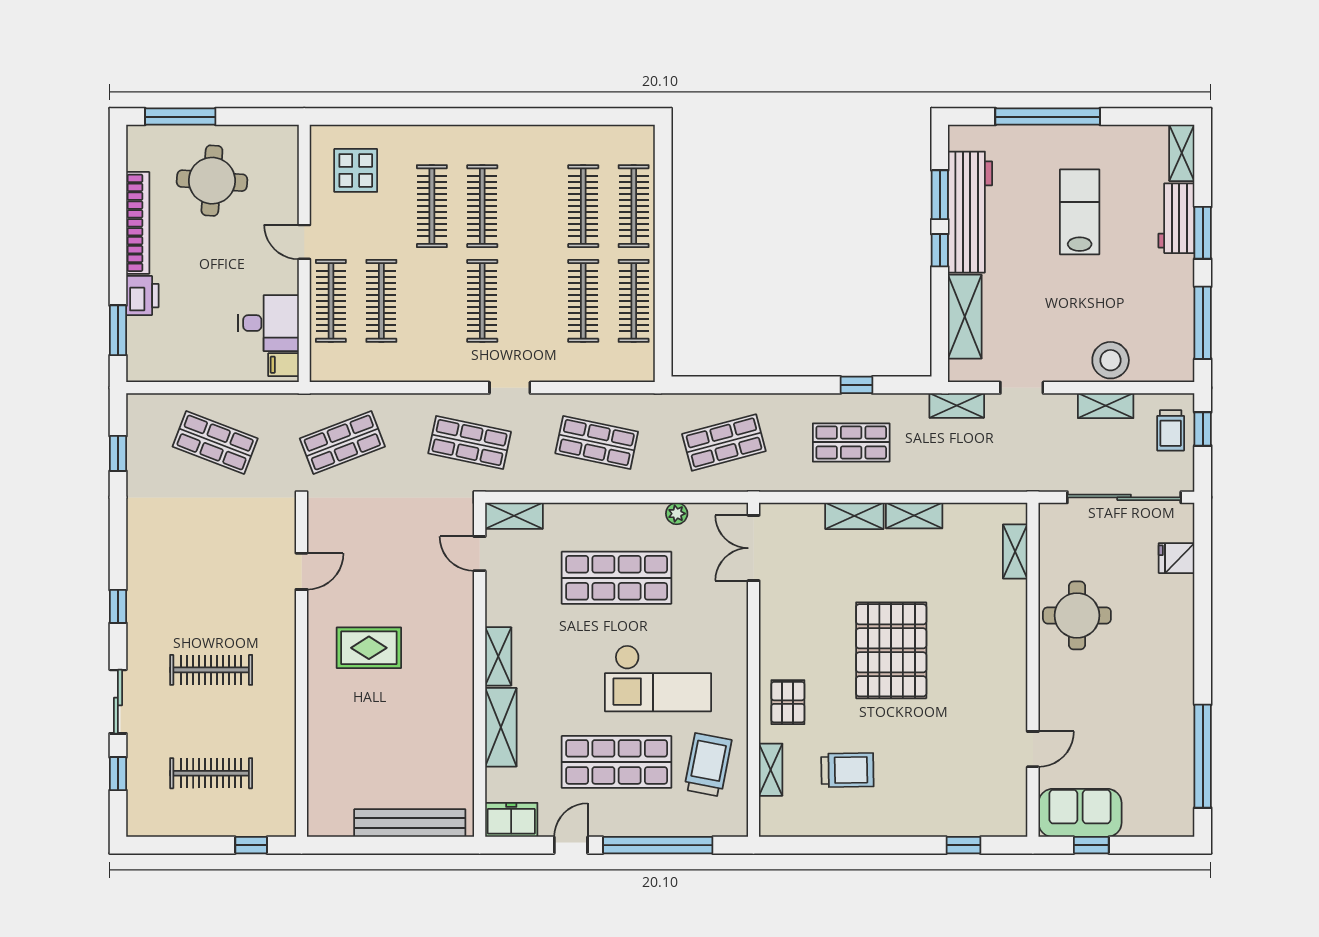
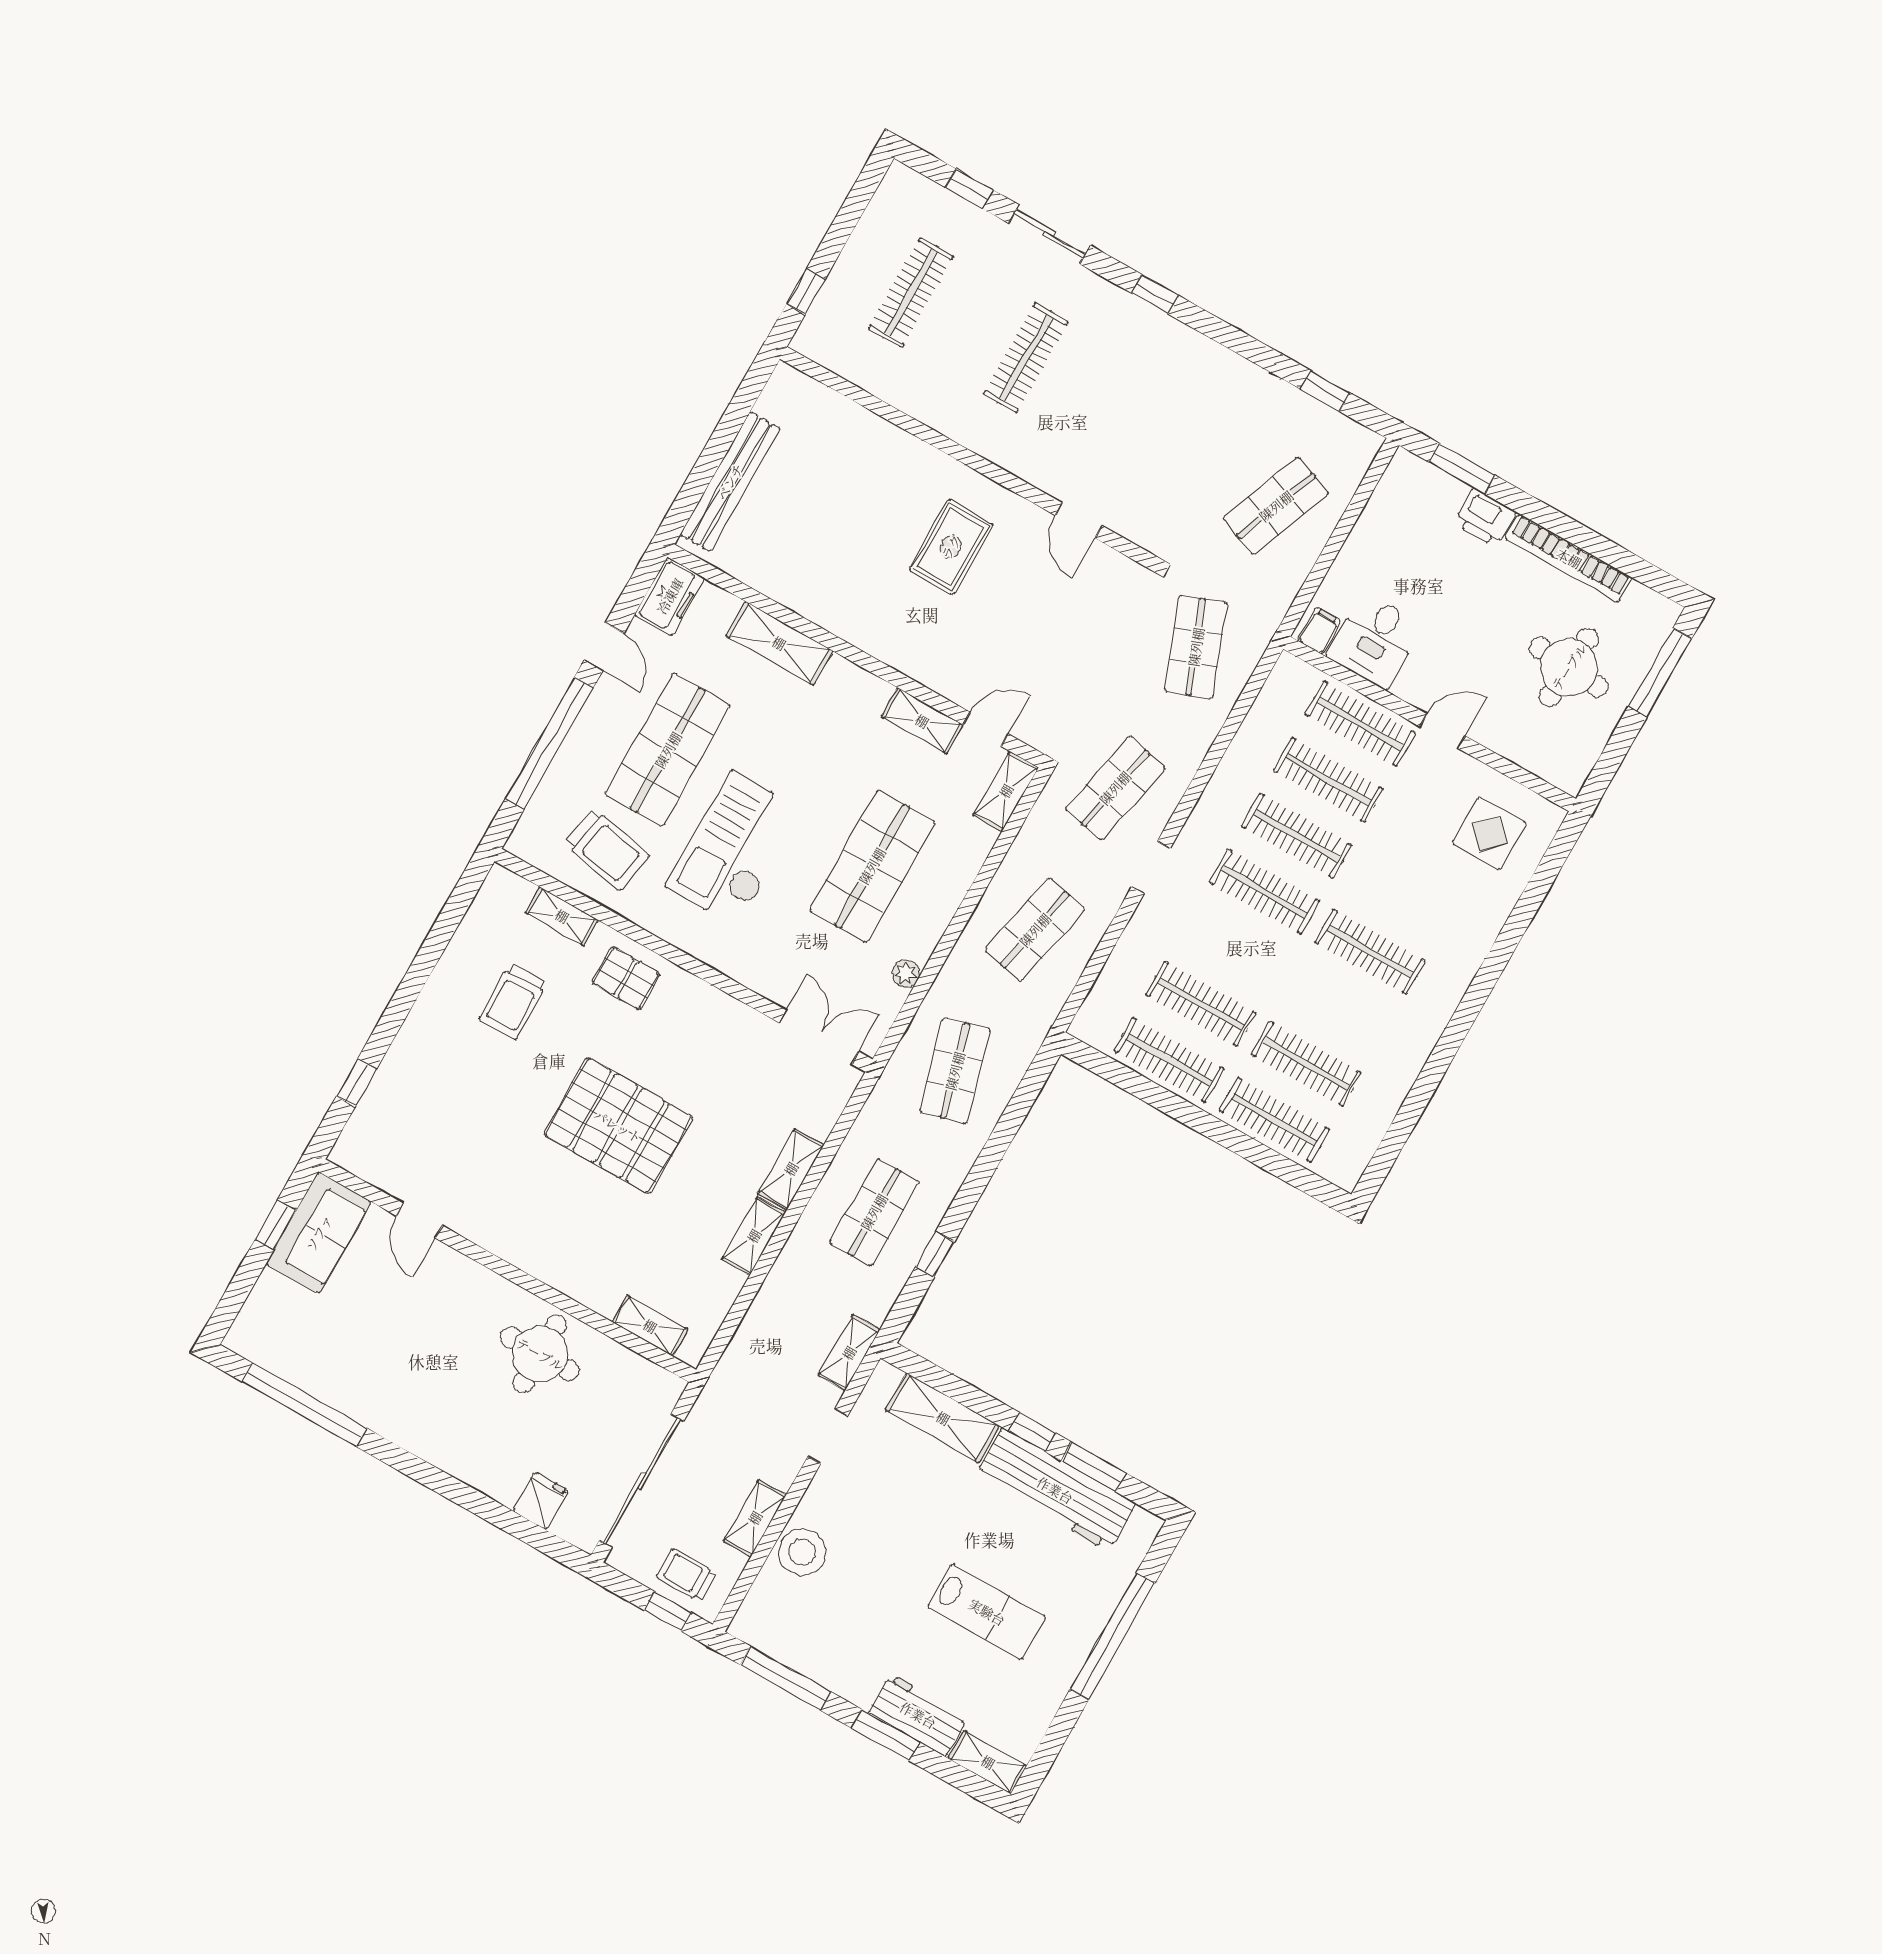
clothes rail: (432, 206) -> (1296, 836), moved
shelving: (498, 656) -> (922, 721), moved

